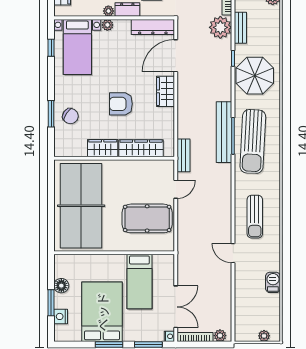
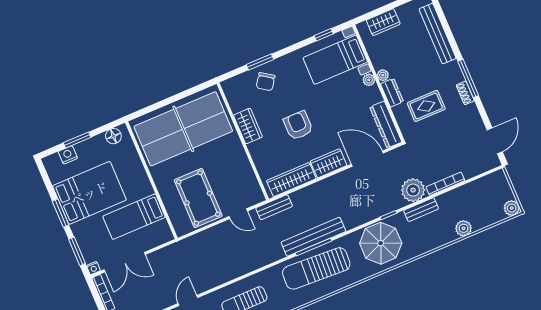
wardrobe: (141, 148) -> (291, 180), moved, turned -90
door: (233, 253) -> (188, 301), moved
floor lamp: (61, 286) -> (113, 136), moved

